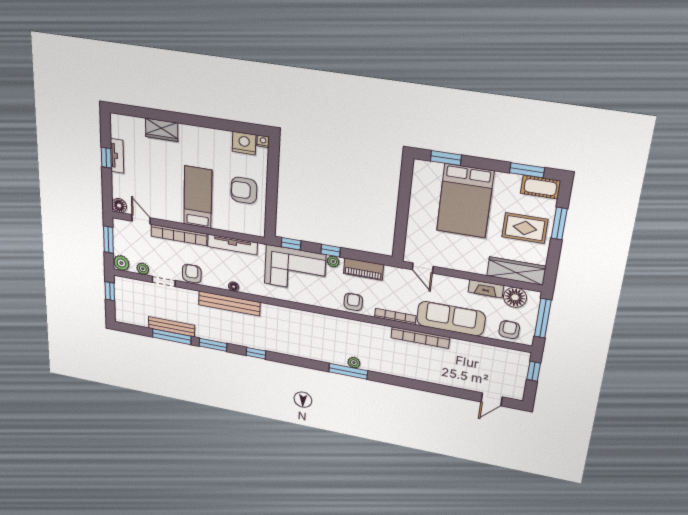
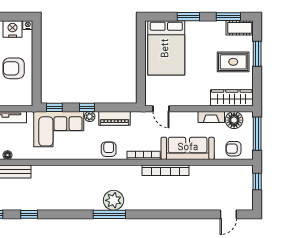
window: (446, 158) -> (188, 17), moved
bed: (465, 201) -> (166, 48), moved
armchair: (509, 330) -> (234, 149), turned -92
plant: (354, 363) -> (113, 200), width x1.88, depth x1.88

